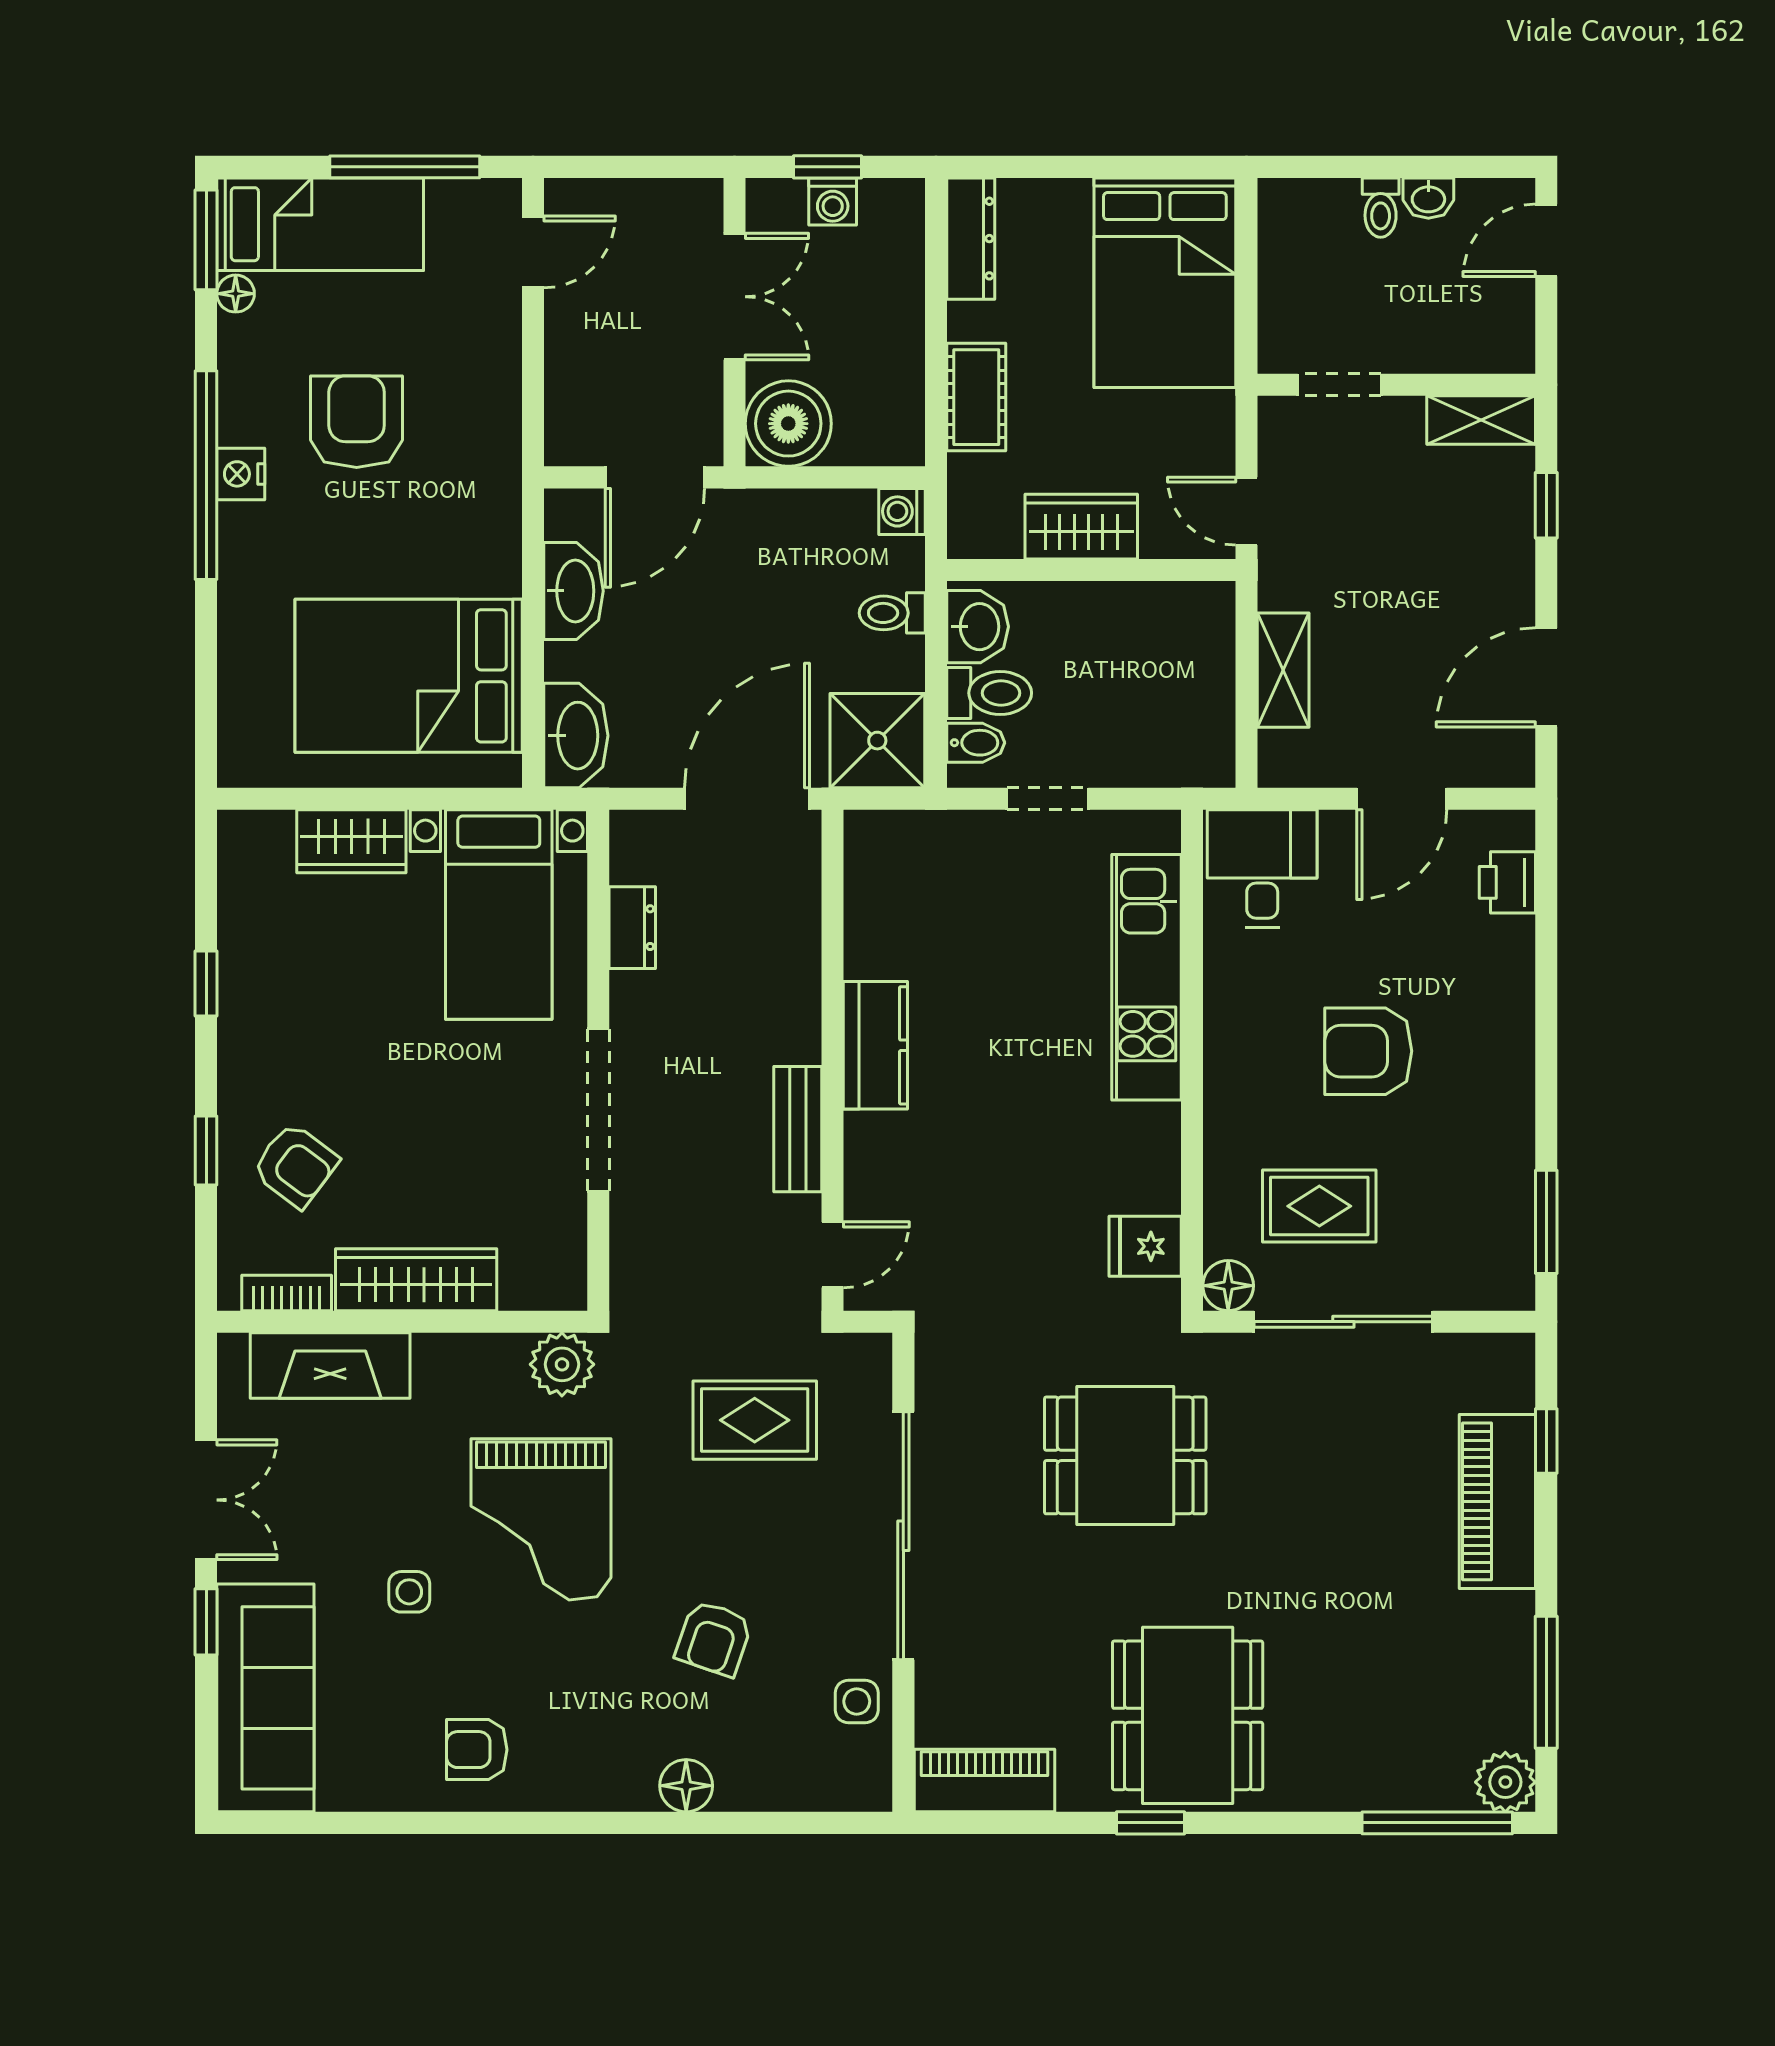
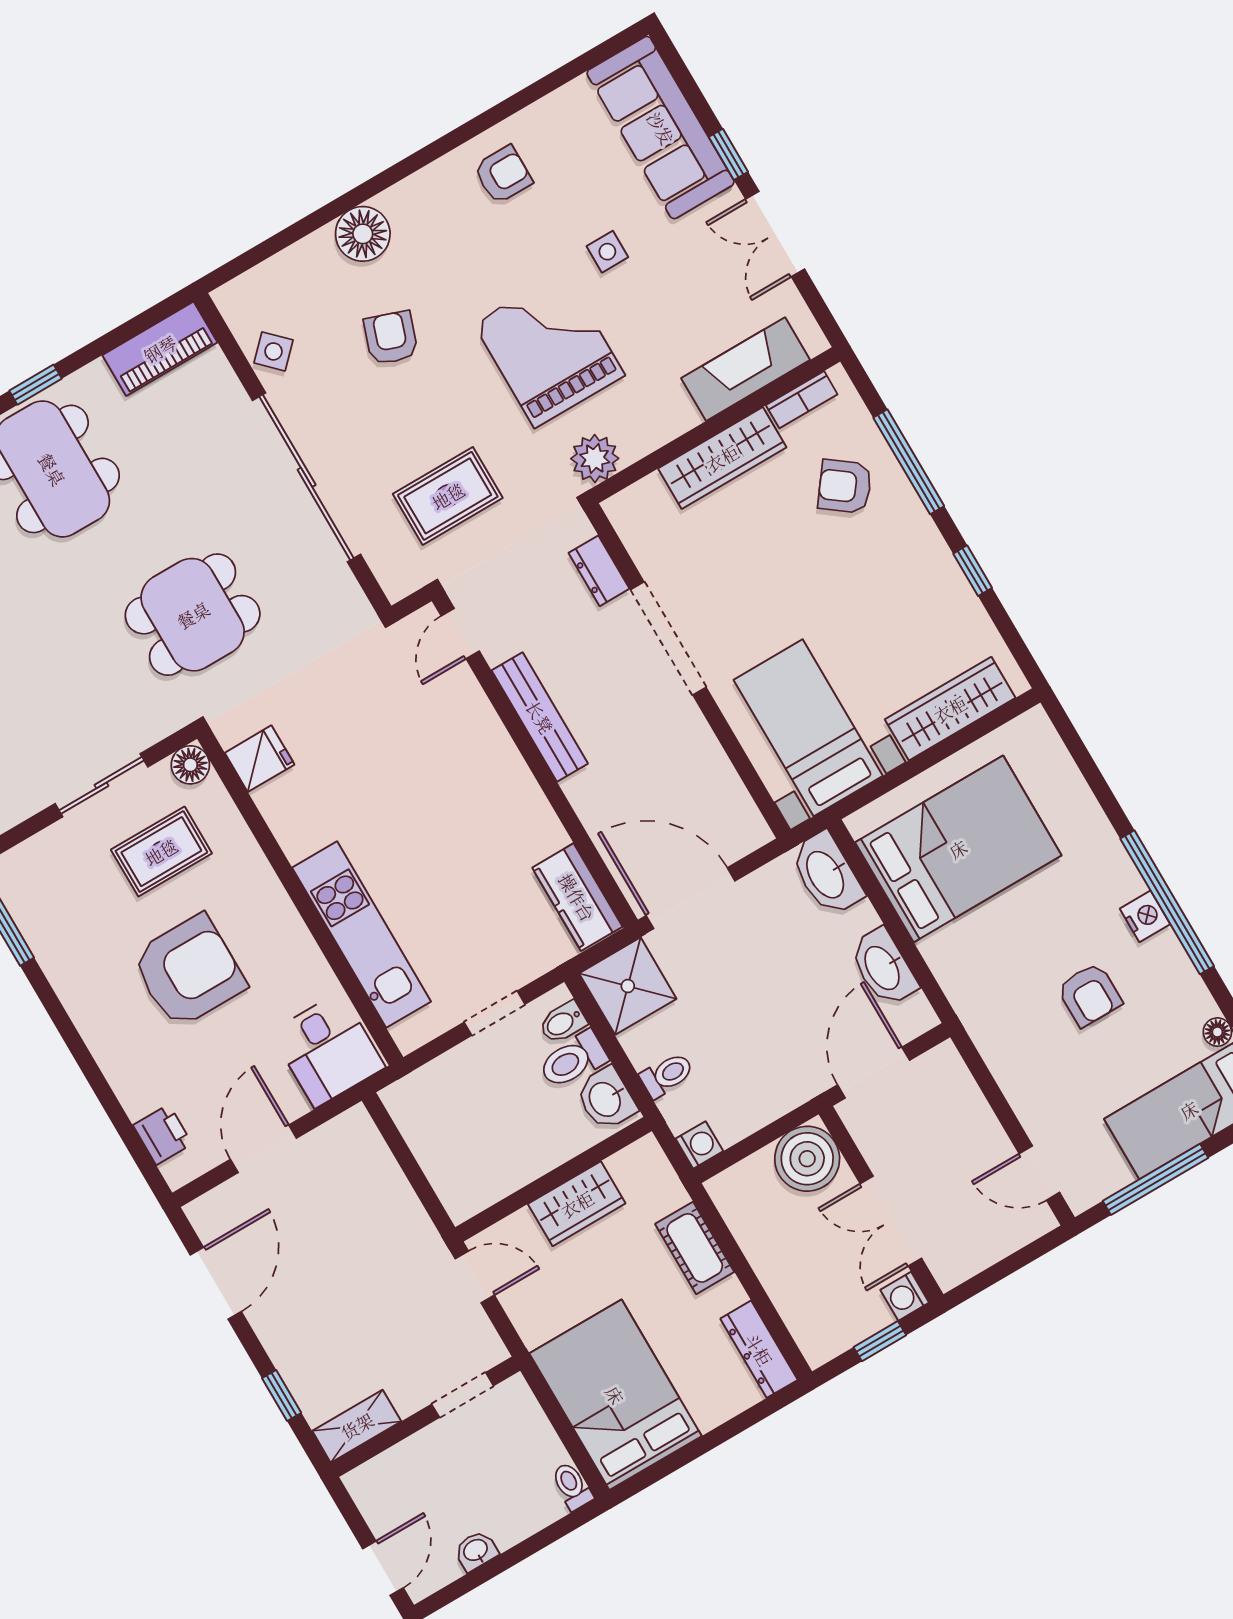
washing machine: (833, 201) -> (905, 1296), moved, turned -90
toilet: (1381, 208) -> (572, 1486), moved
door: (533, 252) -> (1039, 1173), hinge flipped
armchair: (357, 422) -> (1089, 995), width x0.72, depth x0.72
shelving: (1283, 670) -> (390, 1187), removed
door: (747, 799) -> (691, 898), swing flipped
wardrobe: (351, 841) -> (950, 709), width x1.50
dresser: (632, 928) -> (599, 571), moved
kitchen counter: (875, 1045) -> (577, 897), moved
armchair: (1368, 1051) -> (189, 971), width x1.36, depth x1.36
bench: (798, 1129) -> (540, 717), width x1.36
window: (206, 1150) -> (909, 462), width x2.17
sliding door: (1343, 1322) -> (101, 785), width x0.73
side table: (857, 1701) -> (274, 351), turned 45
floor lamp: (686, 1786) -> (363, 234), width x1.38, depth x1.38

